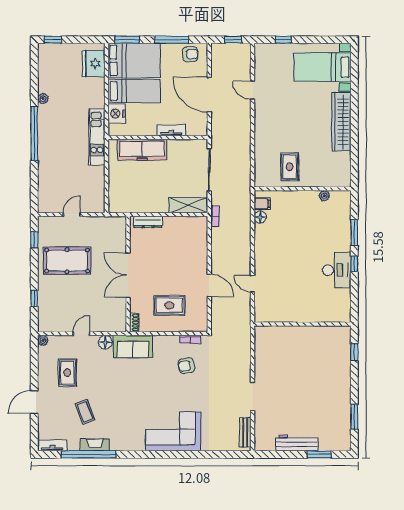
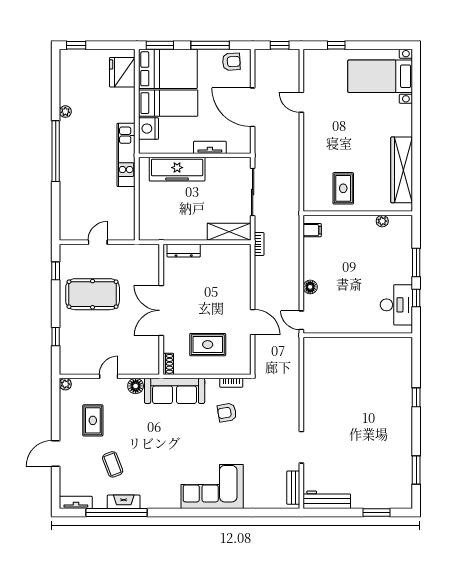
wardrobe: (341, 122) -> (402, 170), moved
floor lamp: (260, 217) -> (310, 287), moved
wall: (303, 324) -> (358, 335), moved
sofa: (133, 347) -> (175, 391), width x1.36
workbench: (297, 443) -> (327, 500), moved

